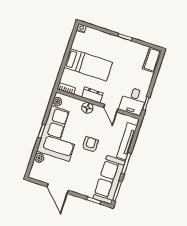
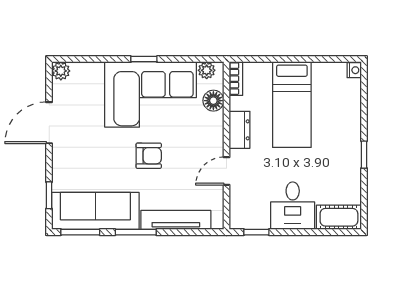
desk: (133, 101) -> (293, 206), moved, turned -90
floor lamp: (87, 108) -> (213, 101), moved
plant: (39, 158) -> (61, 71), moved

